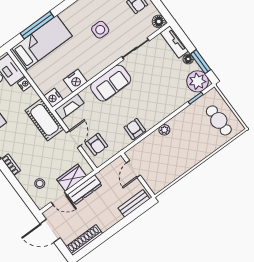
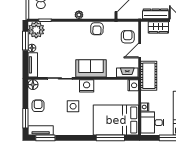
bed: (41, 43) -> (116, 120), width x1.50
nightstand: (75, 81) -> (87, 86), moved

